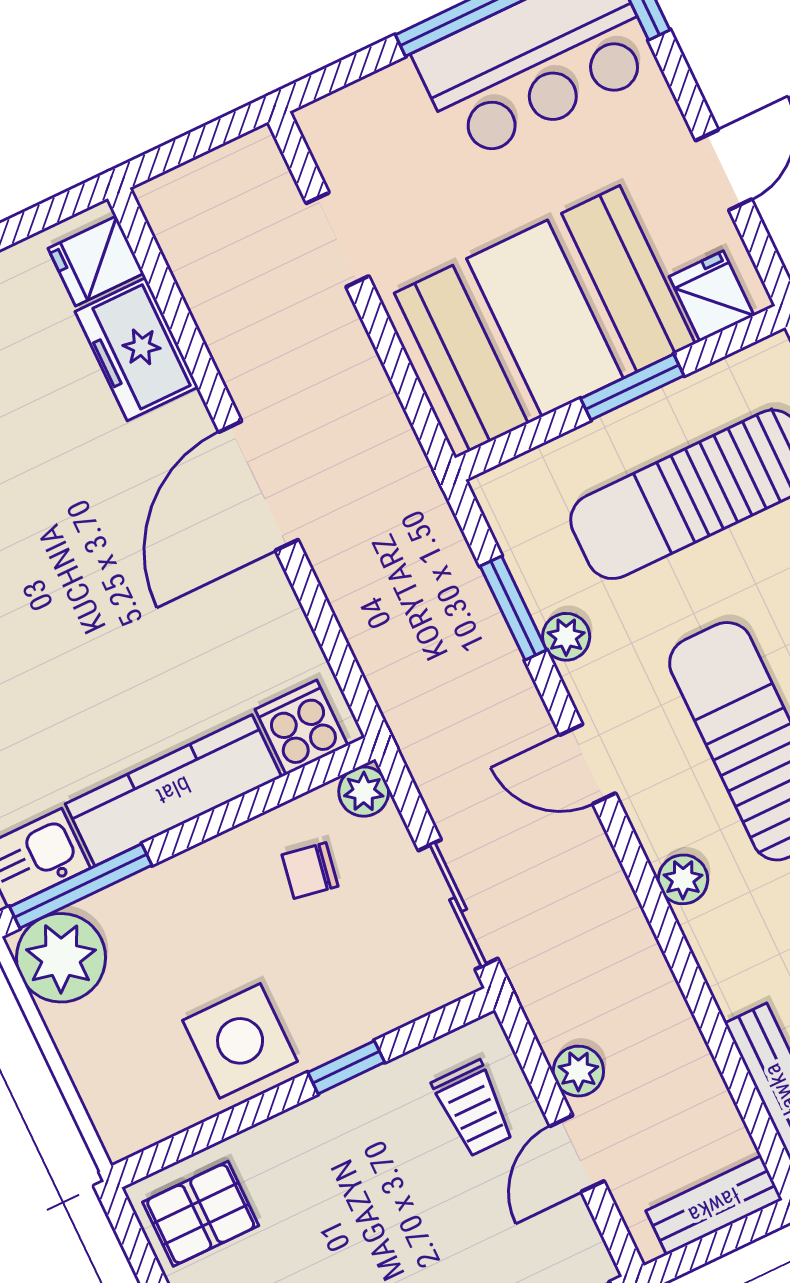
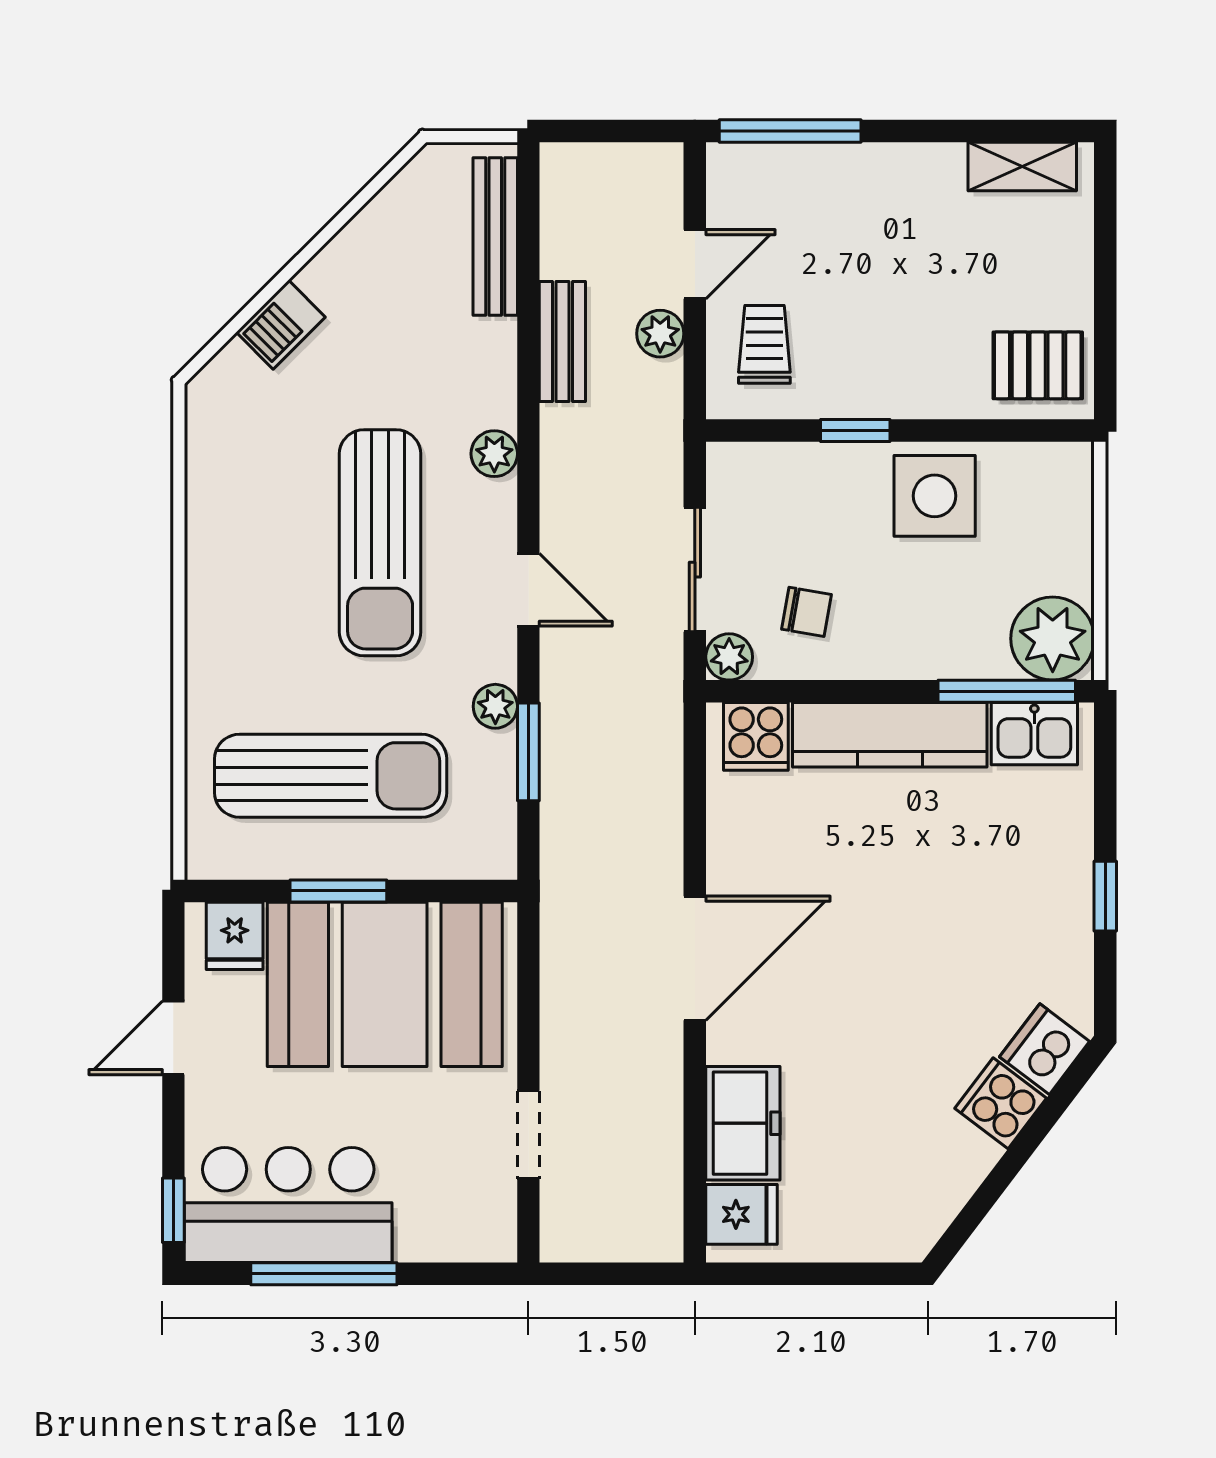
sliding door: (458, 905) -> (695, 570), moved
bench: (714, 1205) -> (562, 342), moved, turned 90

